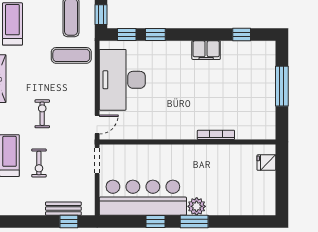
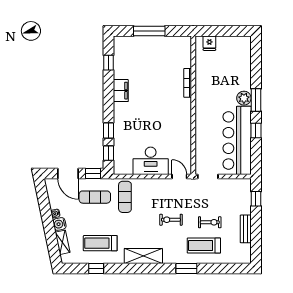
desk: (122, 80) -> (151, 161), width x0.73, depth x0.77
bench: (63, 209) -> (246, 229), moved

